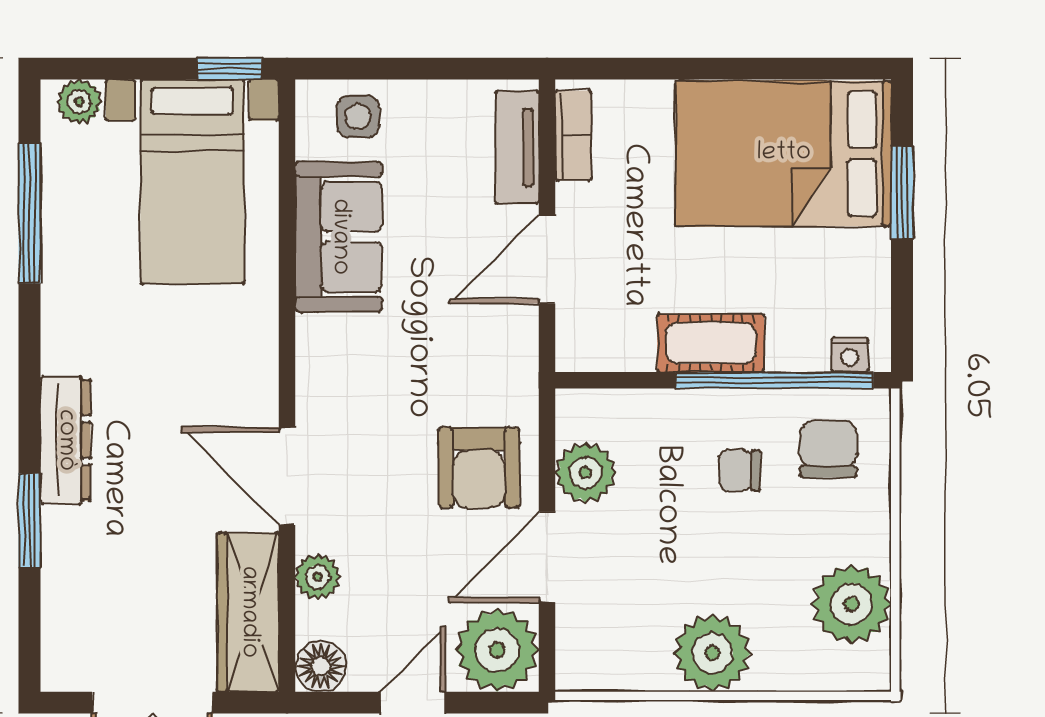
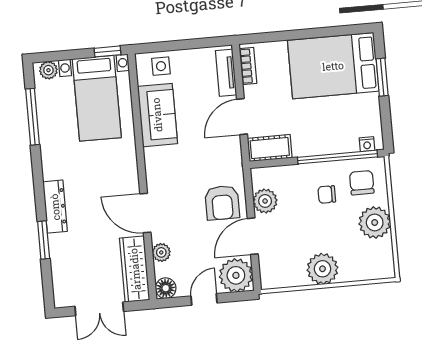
cot: (711, 343) -> (270, 148), moved
plant: (851, 604) -> (375, 223), moved

